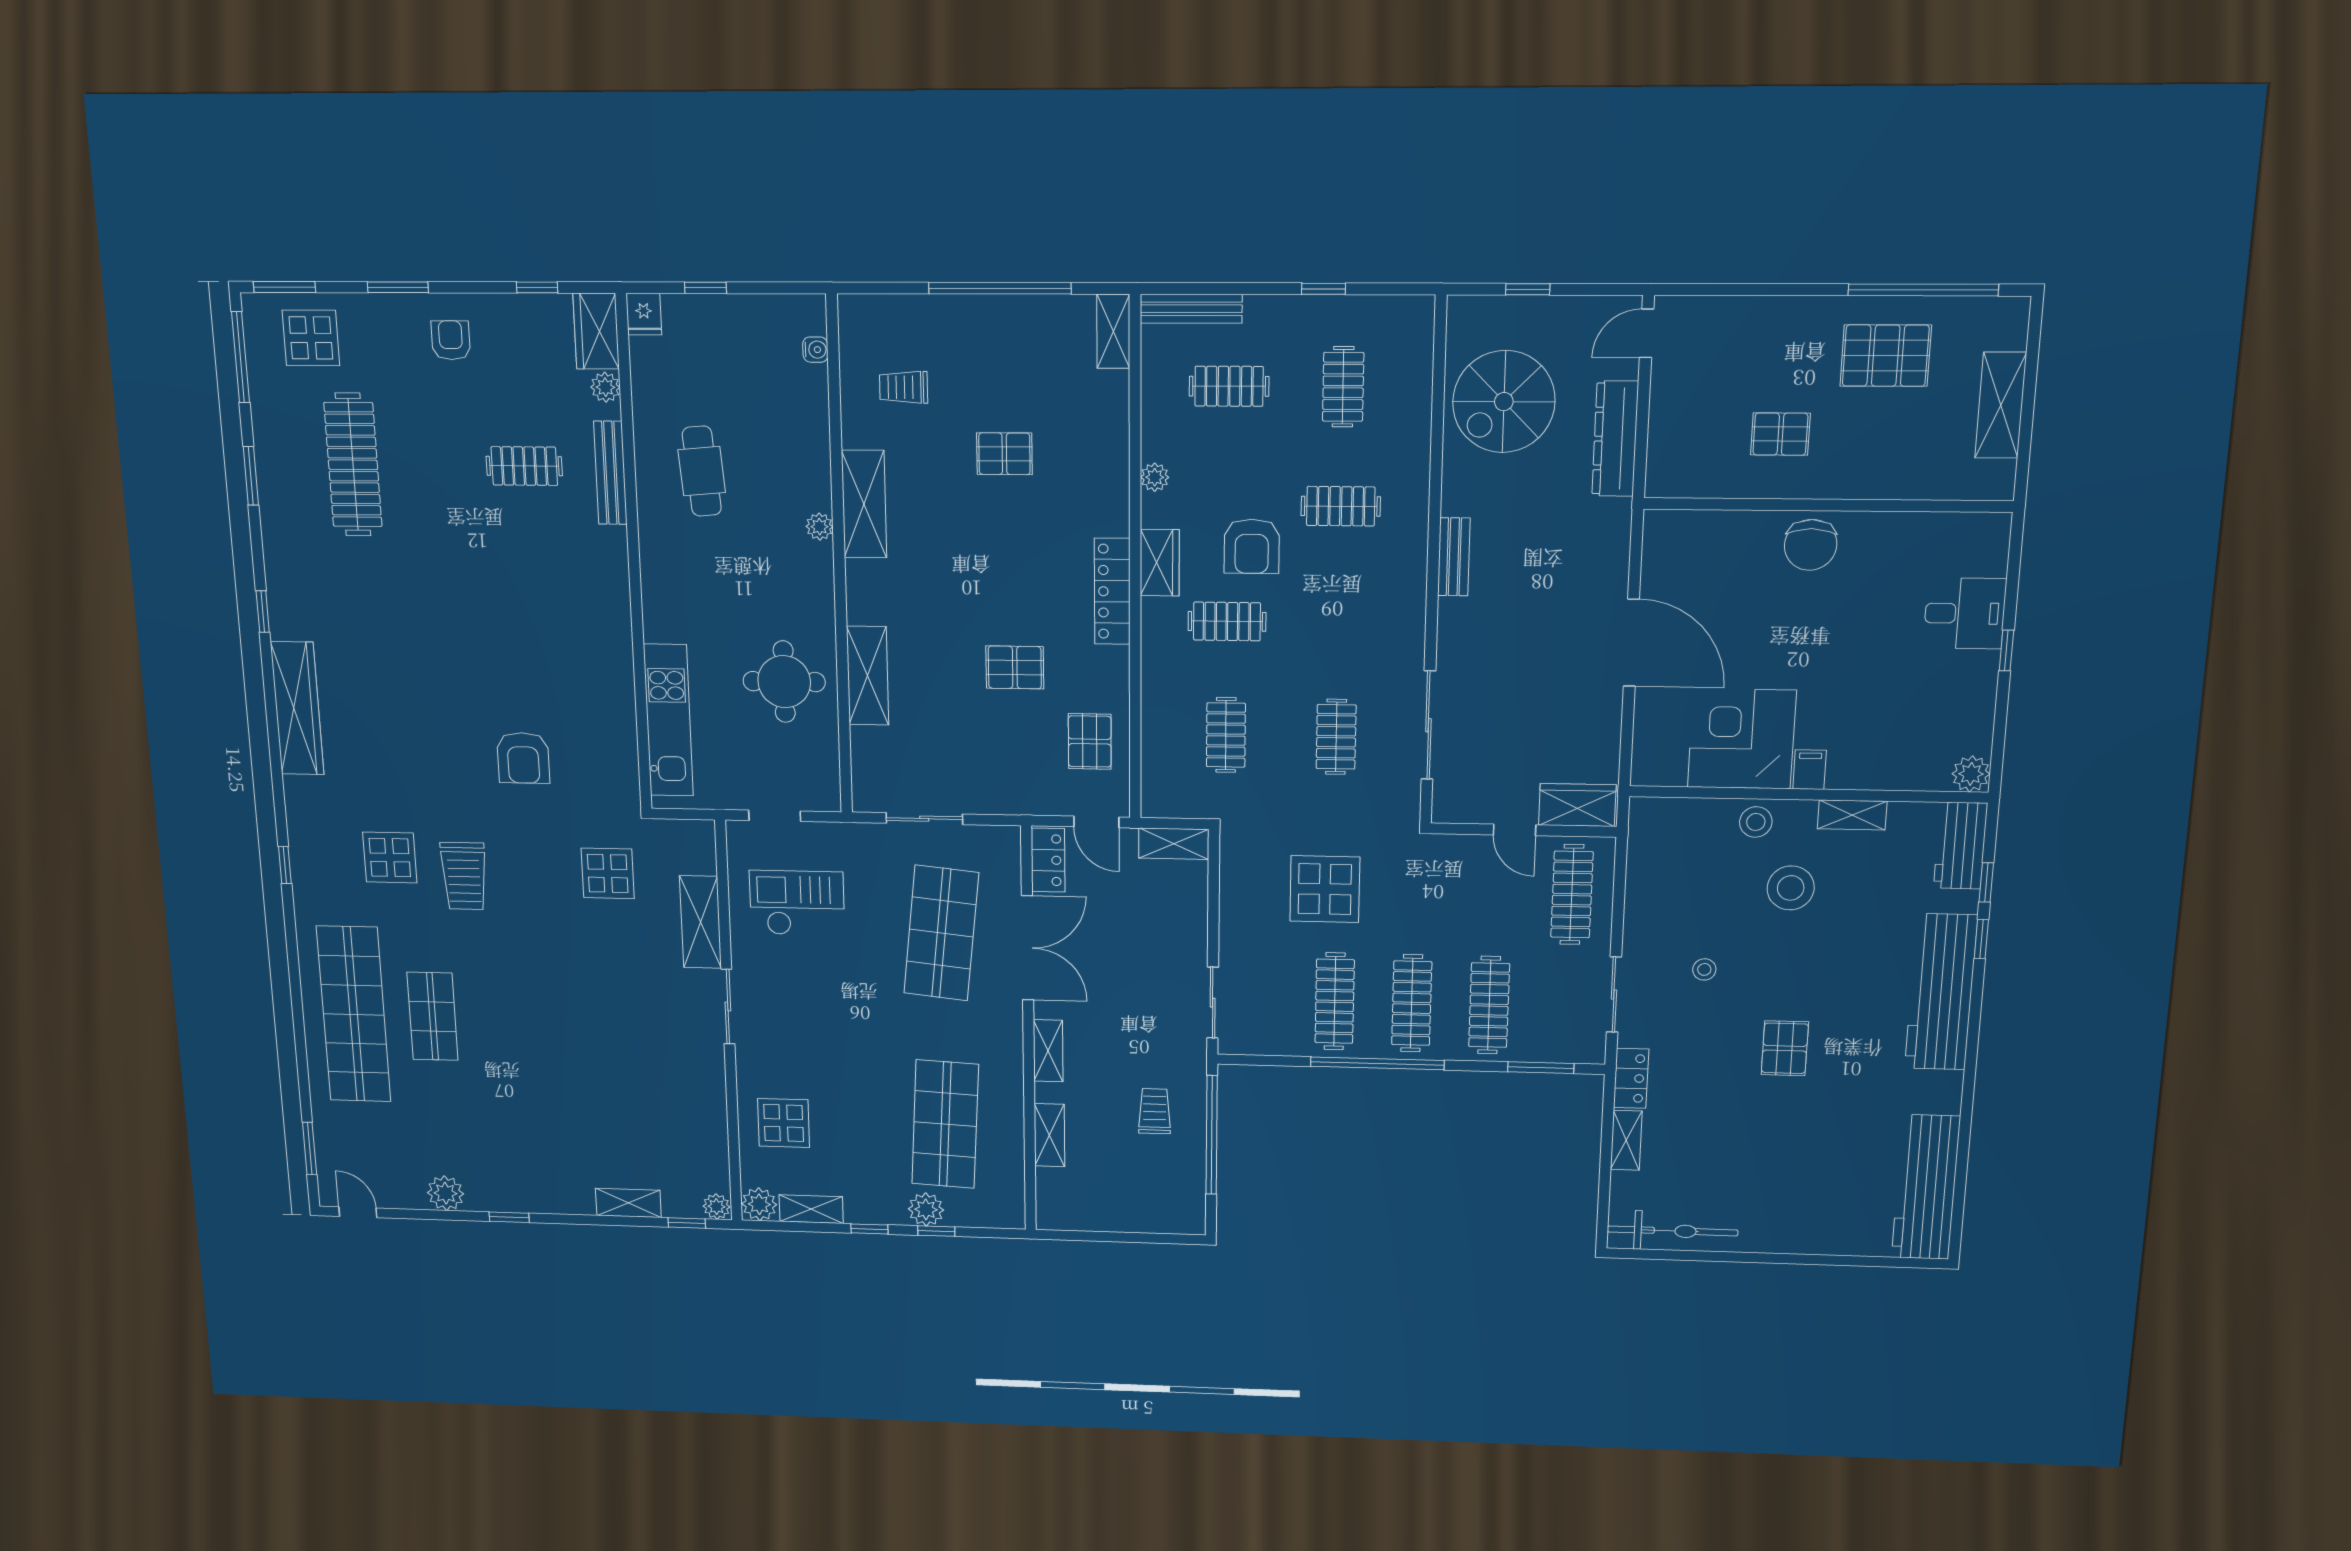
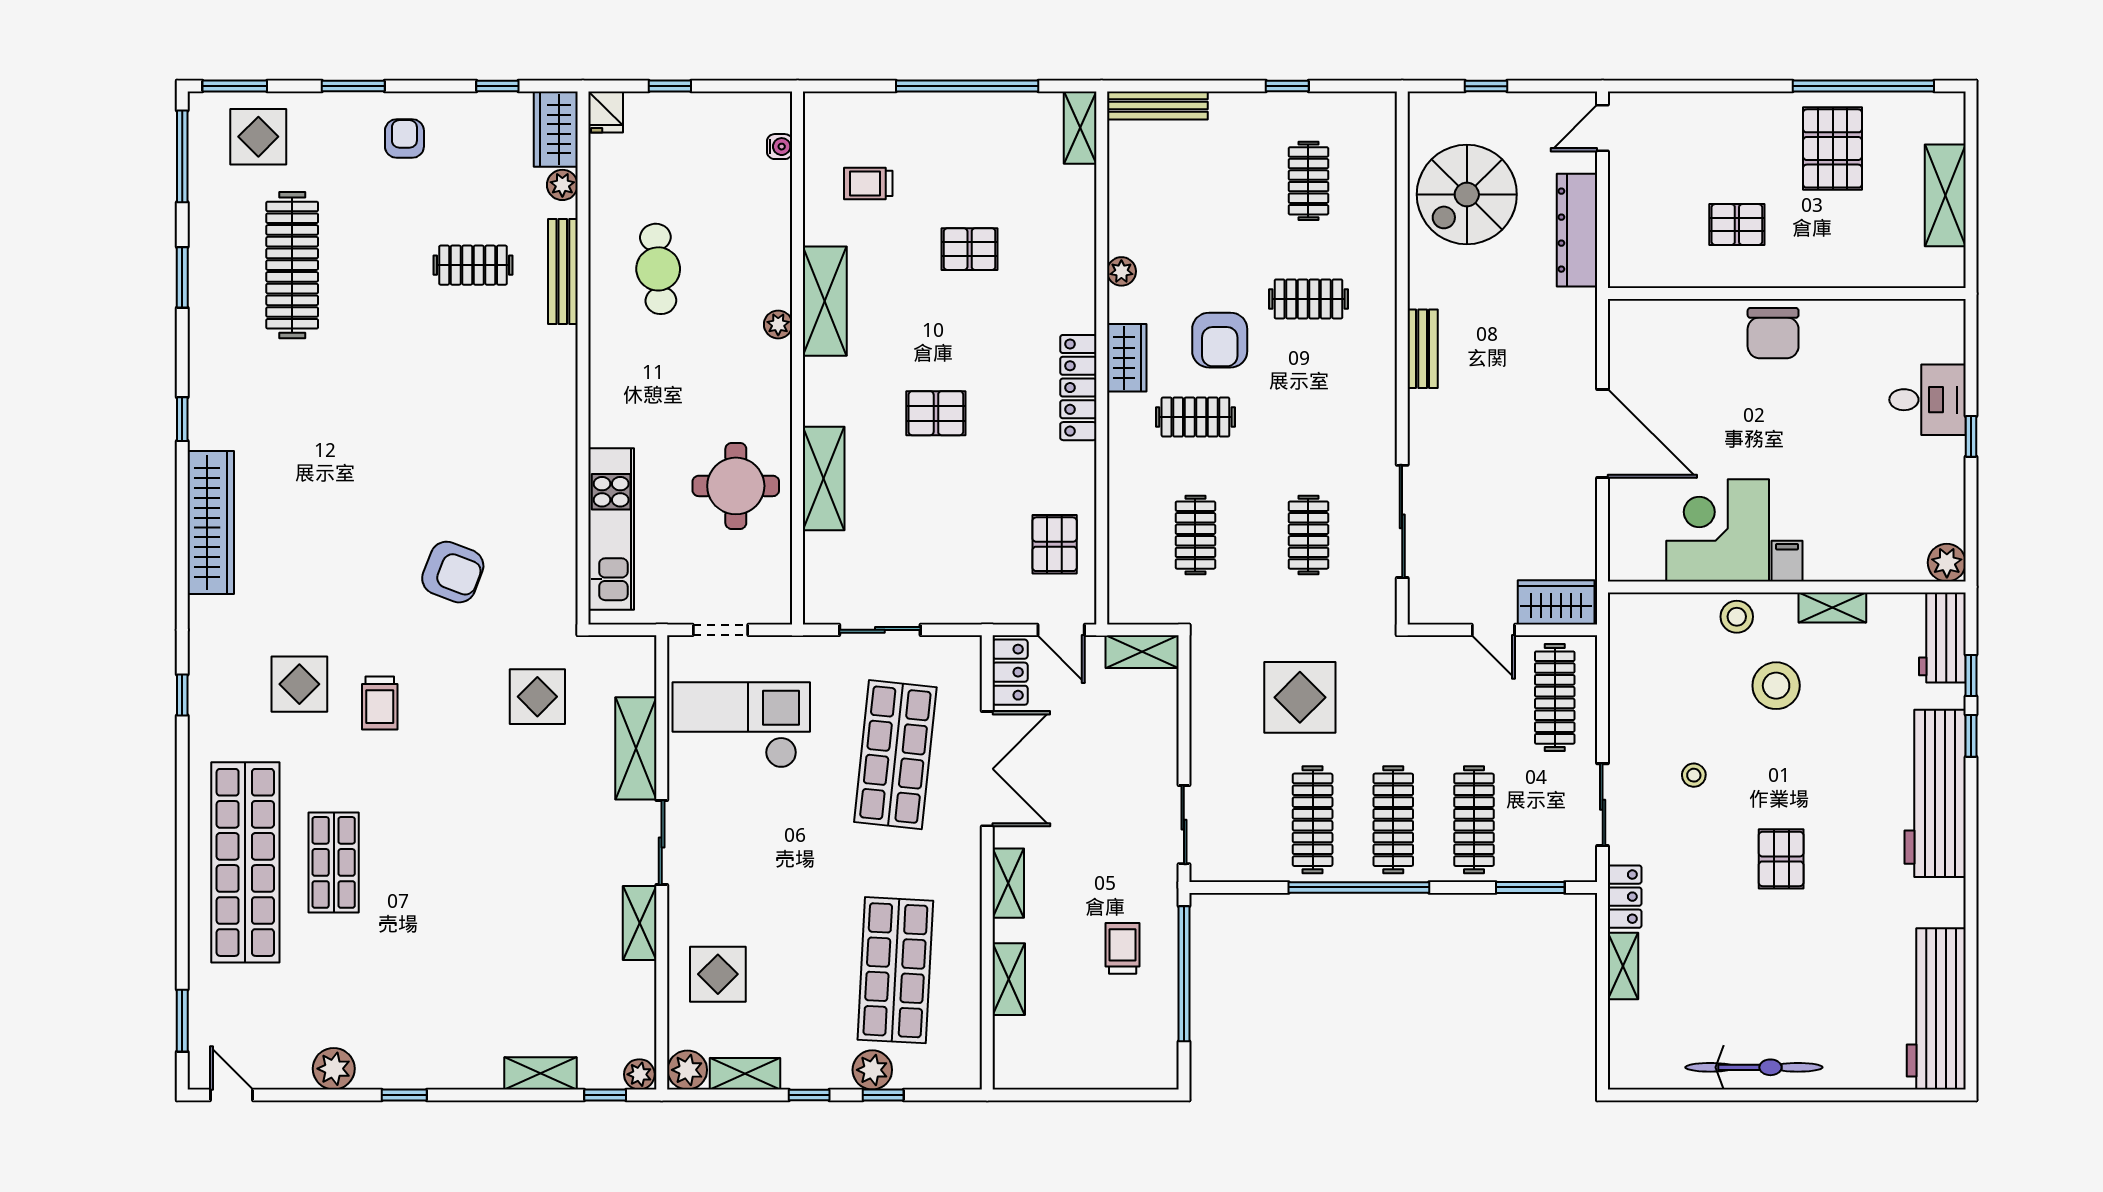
pallet: (1886, 356) -> (1833, 148), turned 90
clothes rail: (1229, 386) -> (1195, 181), removed
pallet: (1015, 667) -> (936, 413), moved
armchair: (523, 758) -> (453, 572), turned -69
trolley: (464, 876) -> (380, 703), width x0.73, depth x0.72
checkout: (797, 903) -> (741, 725), width x1.36, depth x1.21
shelving: (711, 1076) -> (640, 923), added
bicycle: (1672, 1231) -> (1754, 1067), moved

